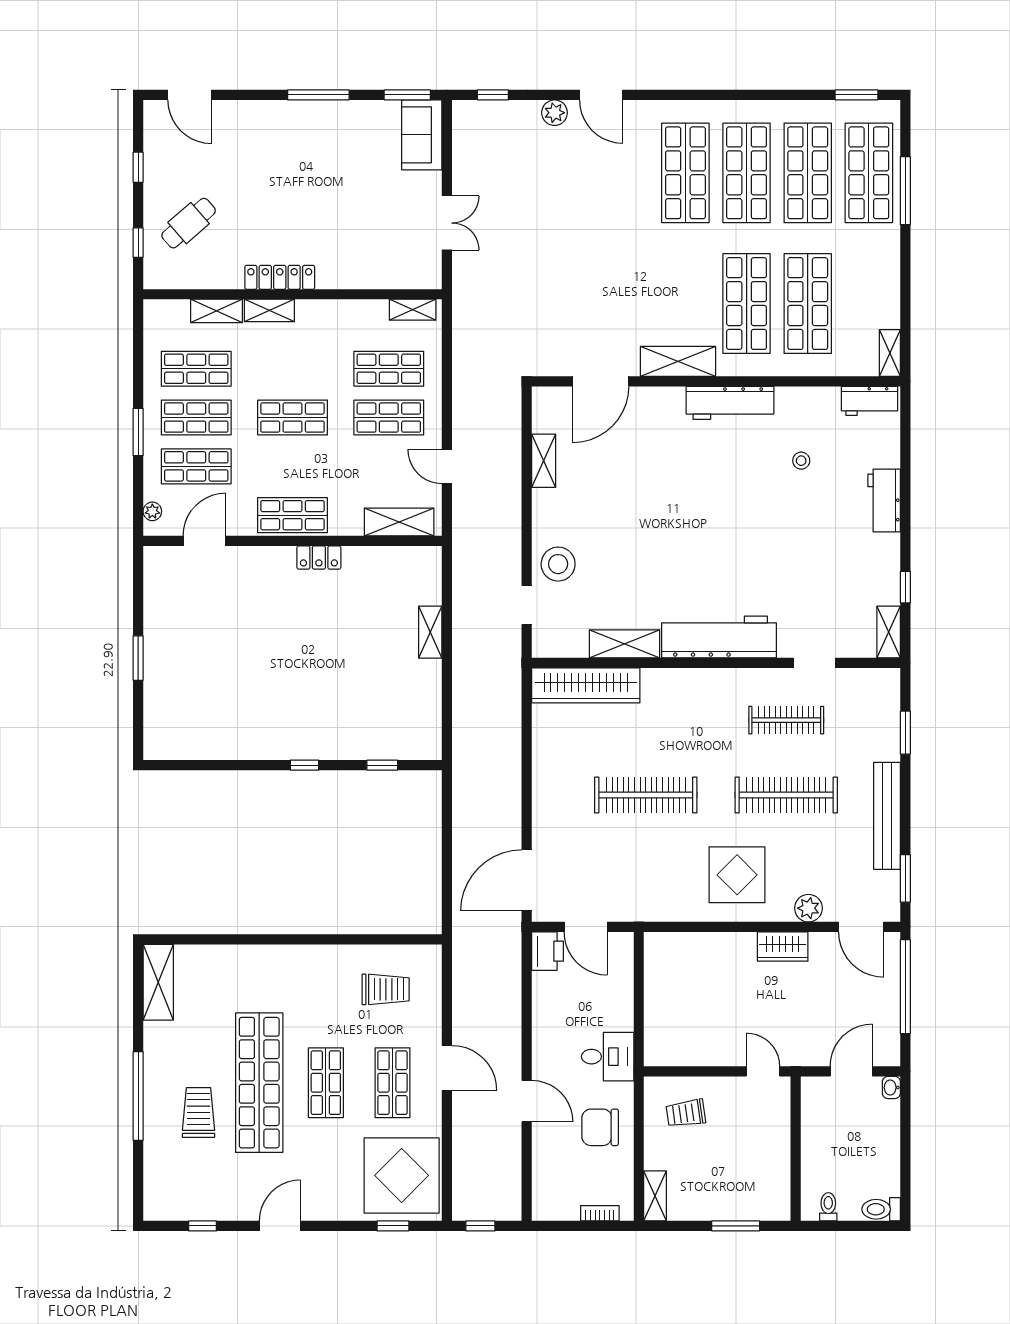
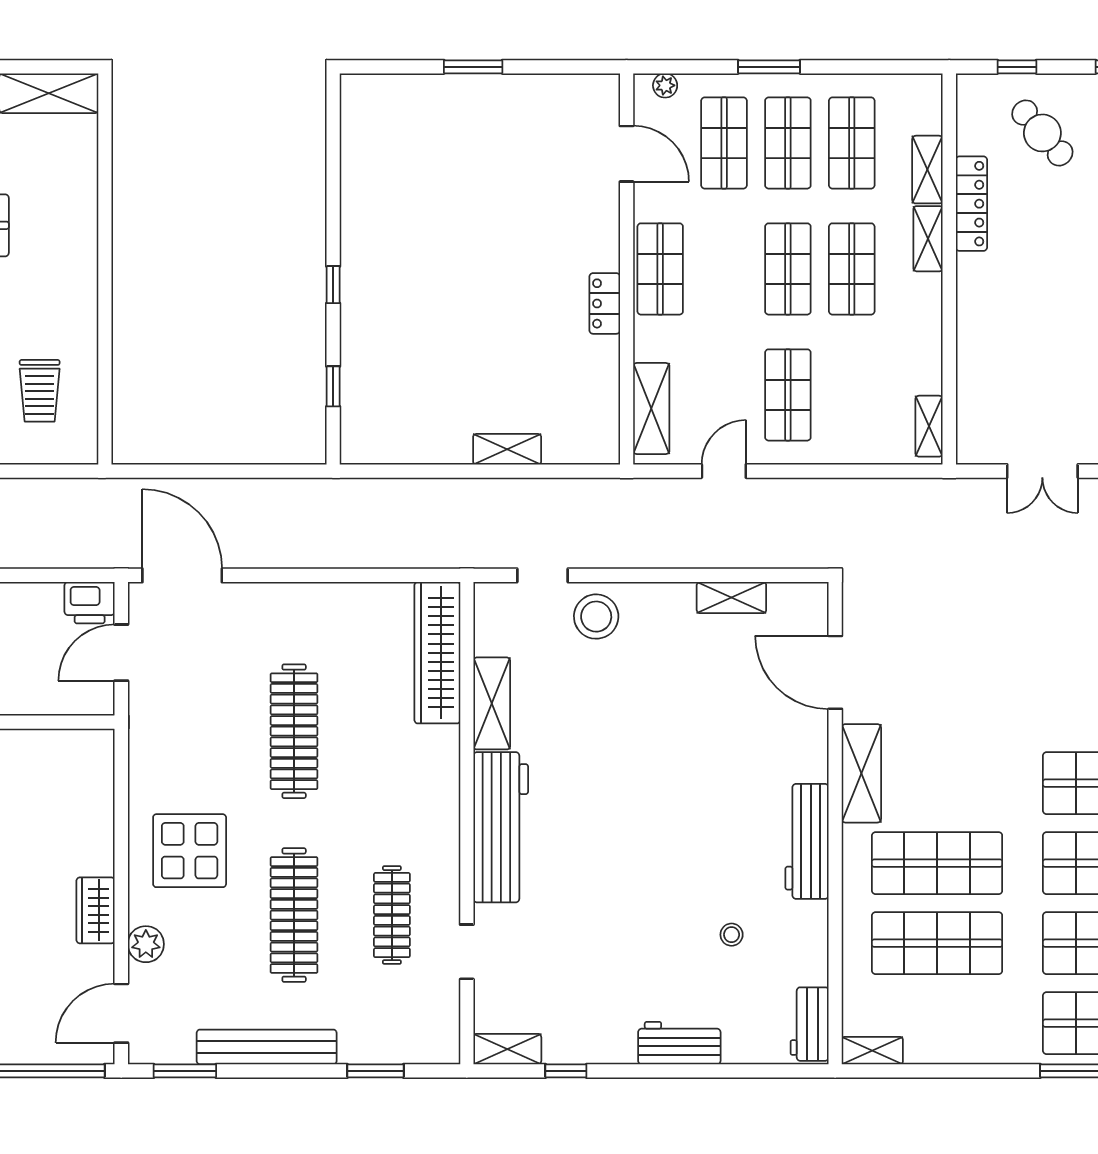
locker: (280, 277) -> (971, 204), moved
shop shelf: (389, 369) -> (852, 269), moved

